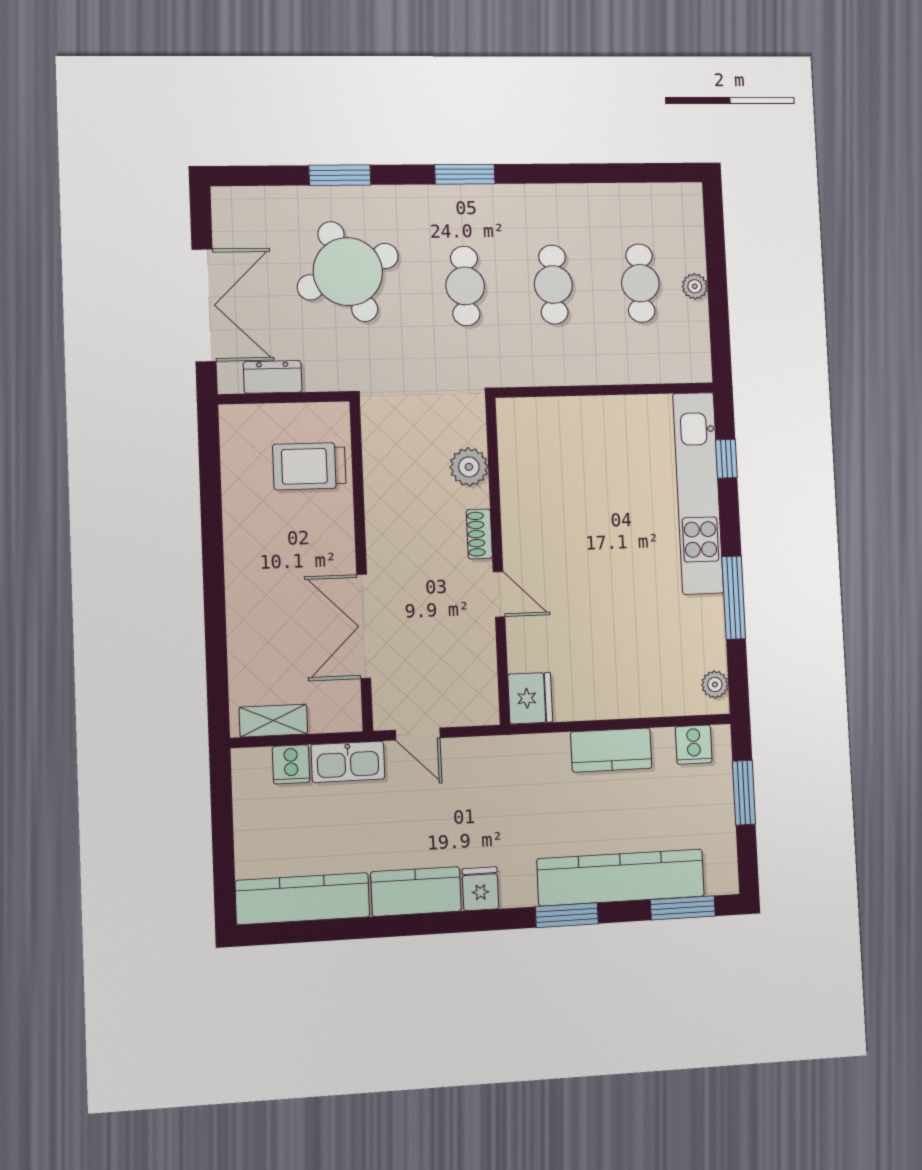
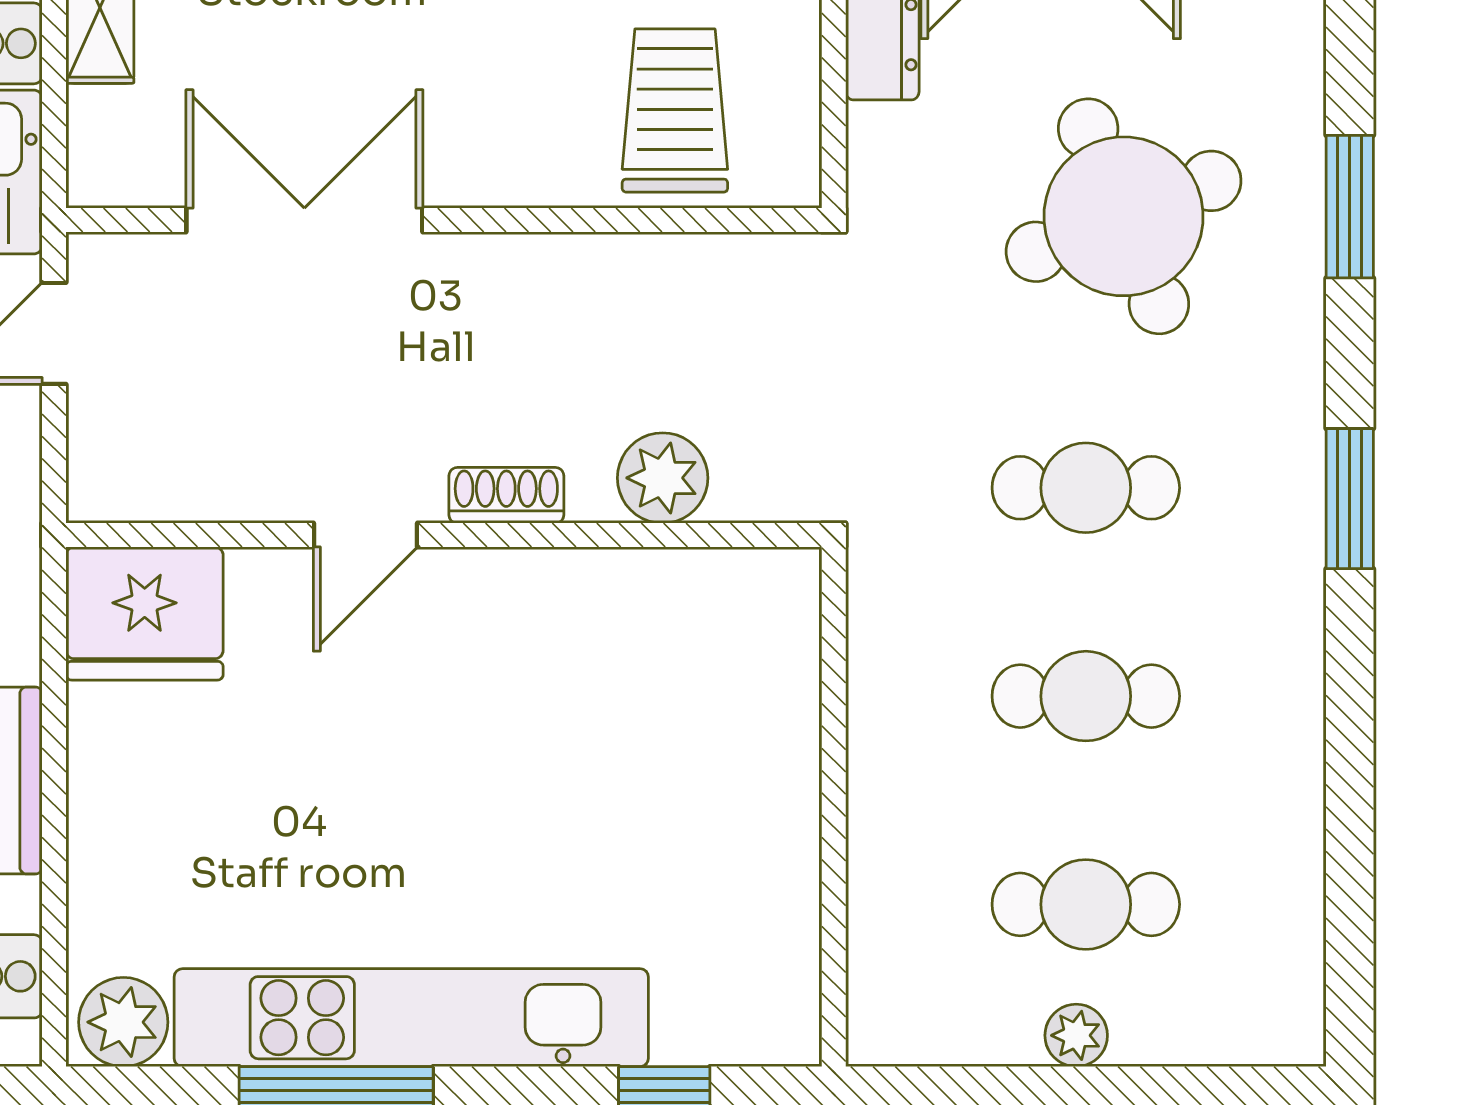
kitchen unit: (698, 493) -> (411, 1018), moved
plant: (715, 684) -> (123, 1022), width x1.38, depth x1.38
fridge: (530, 698) -> (145, 613), width x1.36, depth x1.34

